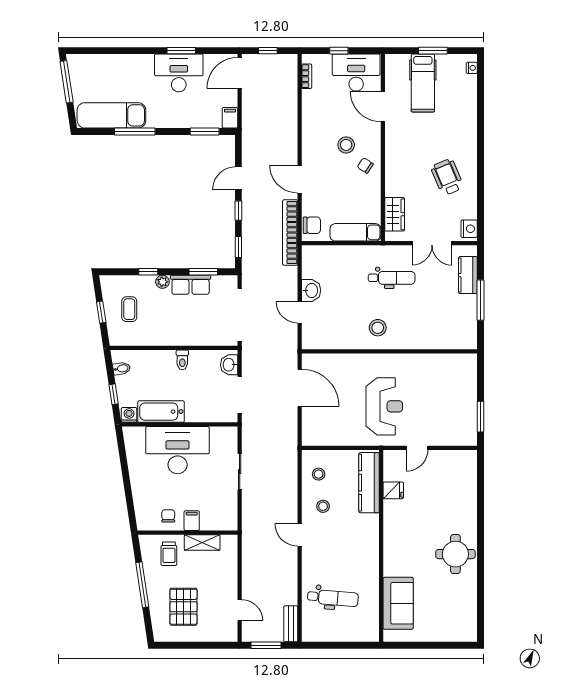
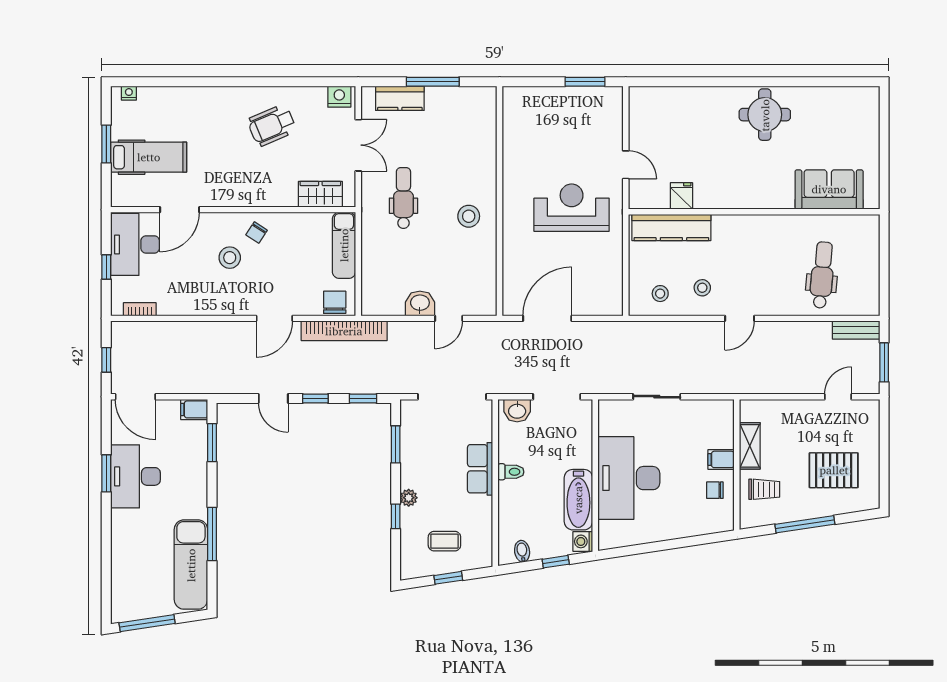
row of seats: (191, 285) -> (480, 469), moved, turned 180

